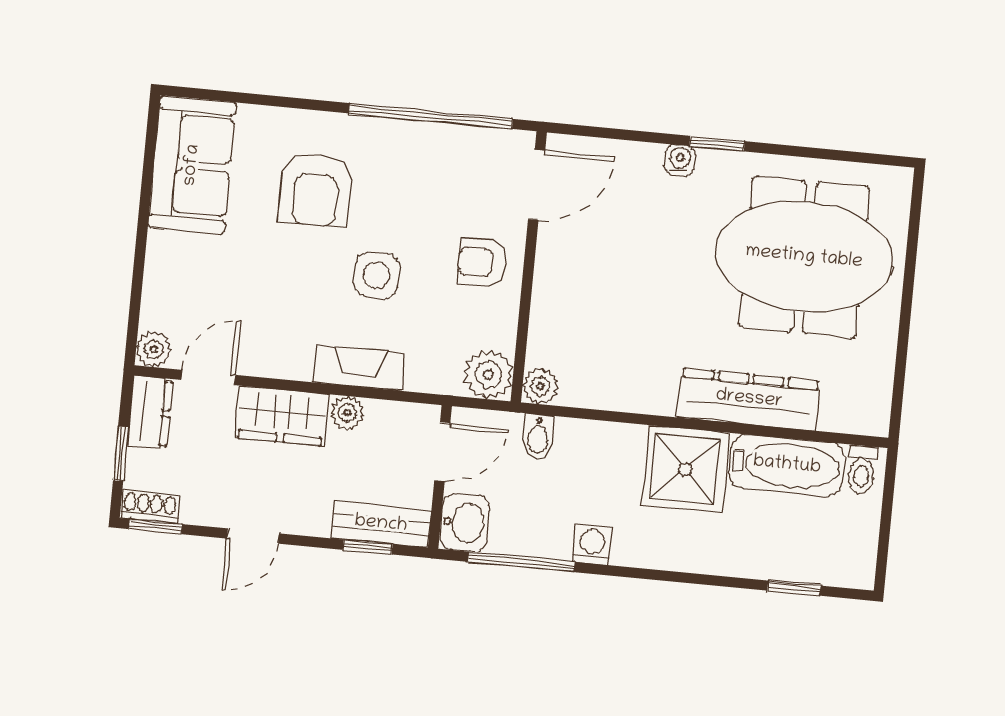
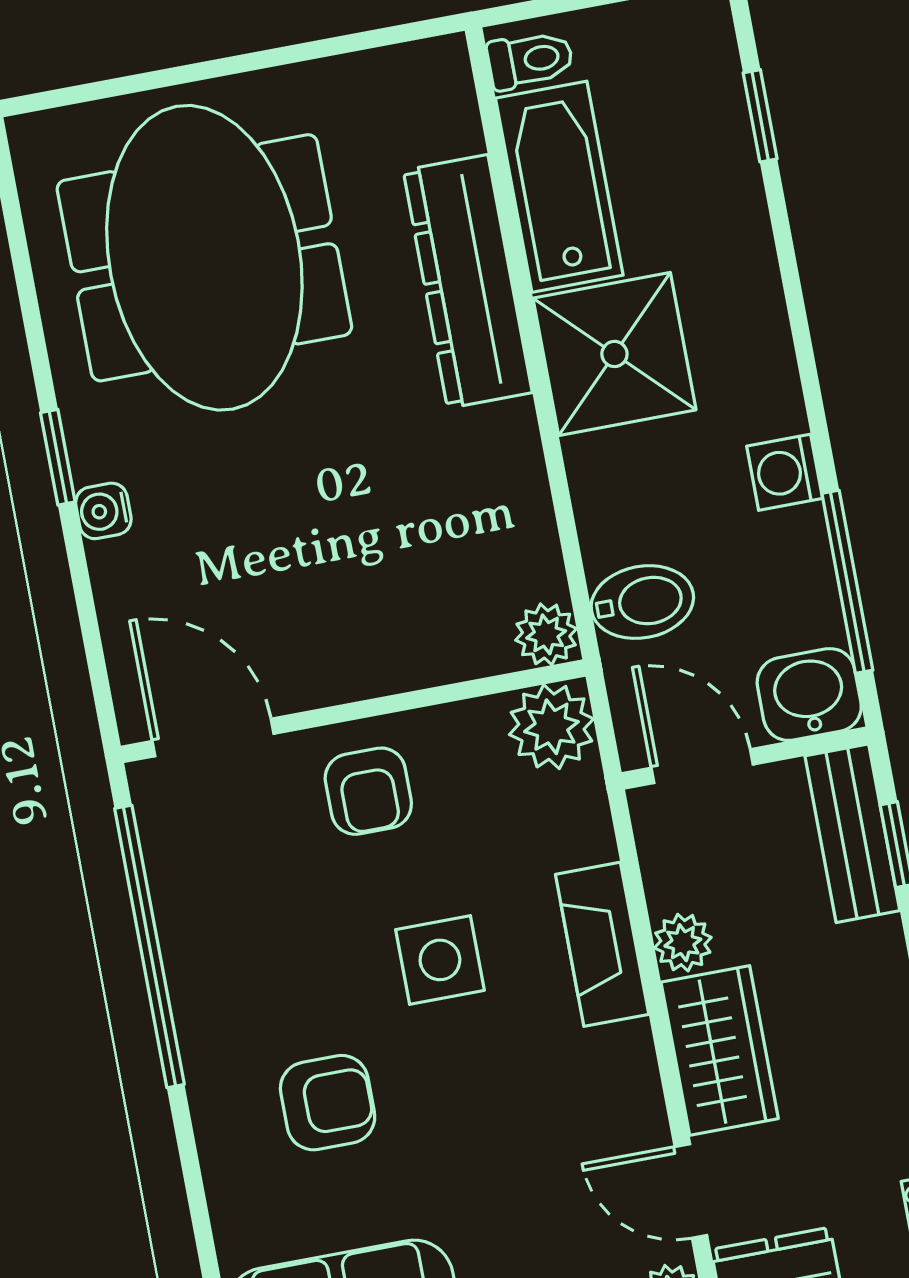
armchair: (316, 190) -> (328, 1103), width x0.72, depth x0.72
bidet: (538, 436) -> (642, 602), width x1.38, depth x1.36

